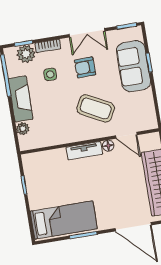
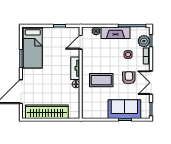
coffee table: (96, 108) -> (101, 80), turned 62
door: (126, 135) -> (81, 42), moved

